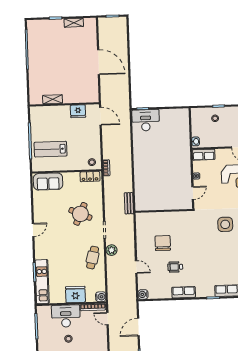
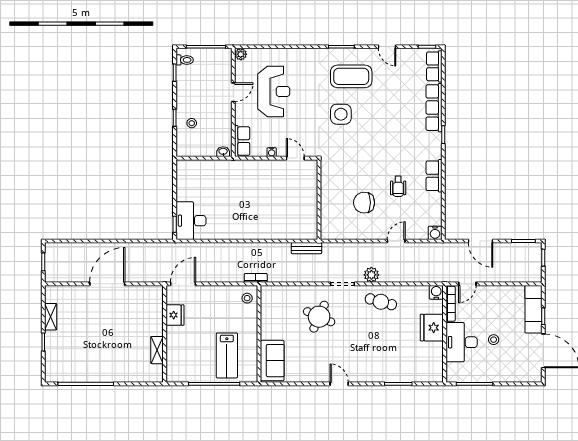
locker: (90, 177) -> (267, 302), removed
kitchen unit: (42, 282) -> (412, 374), removed

